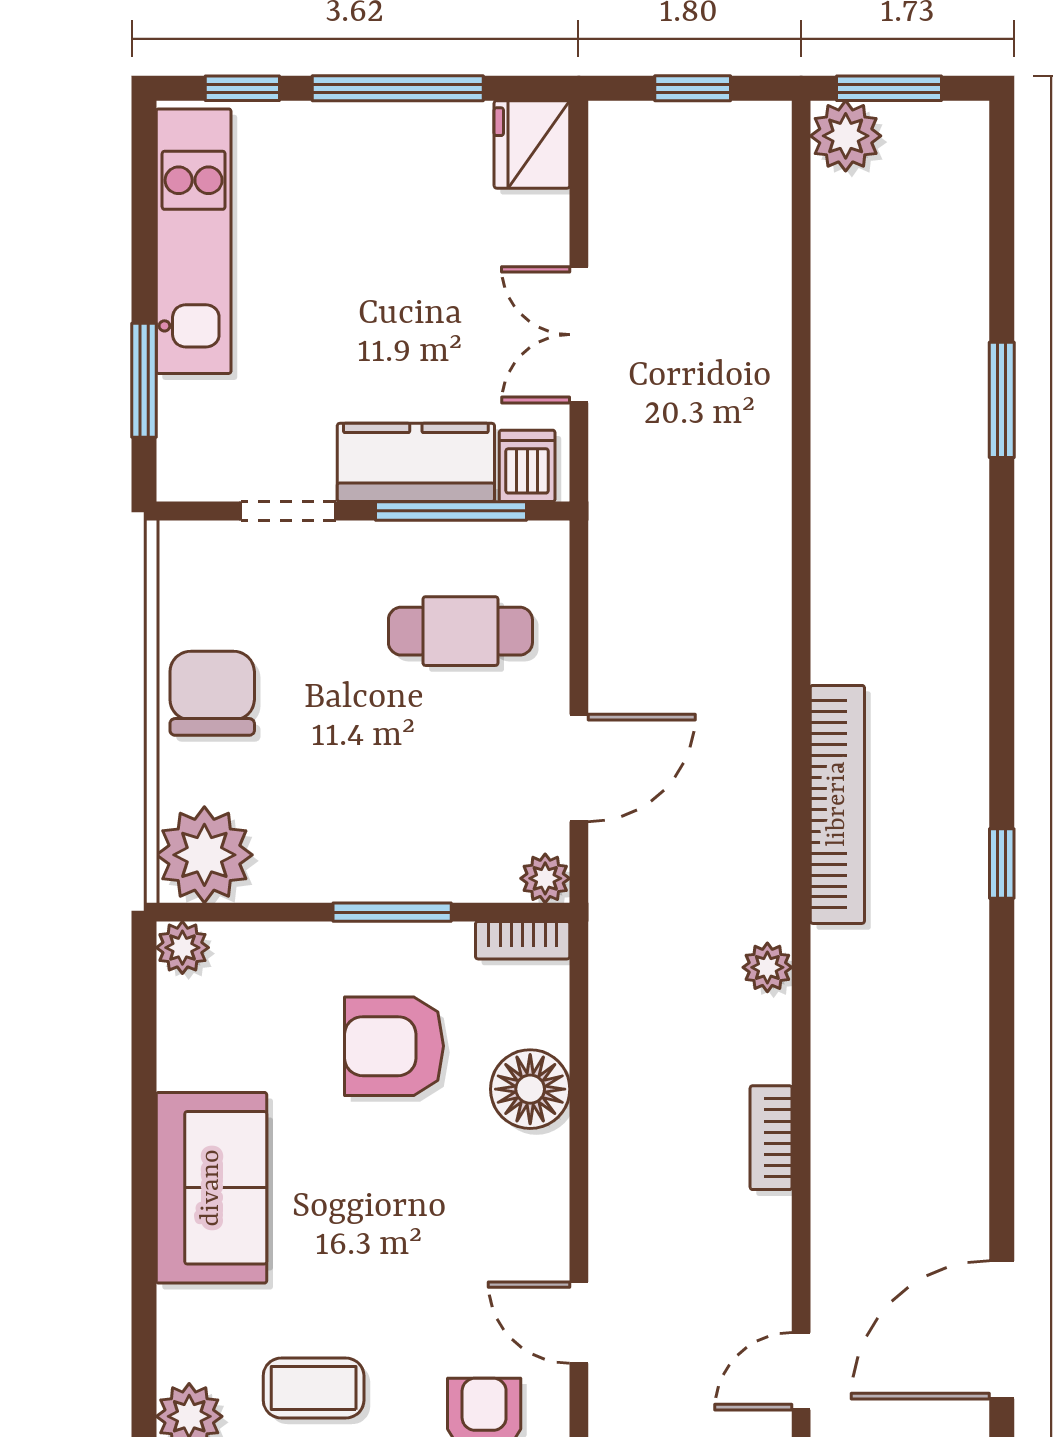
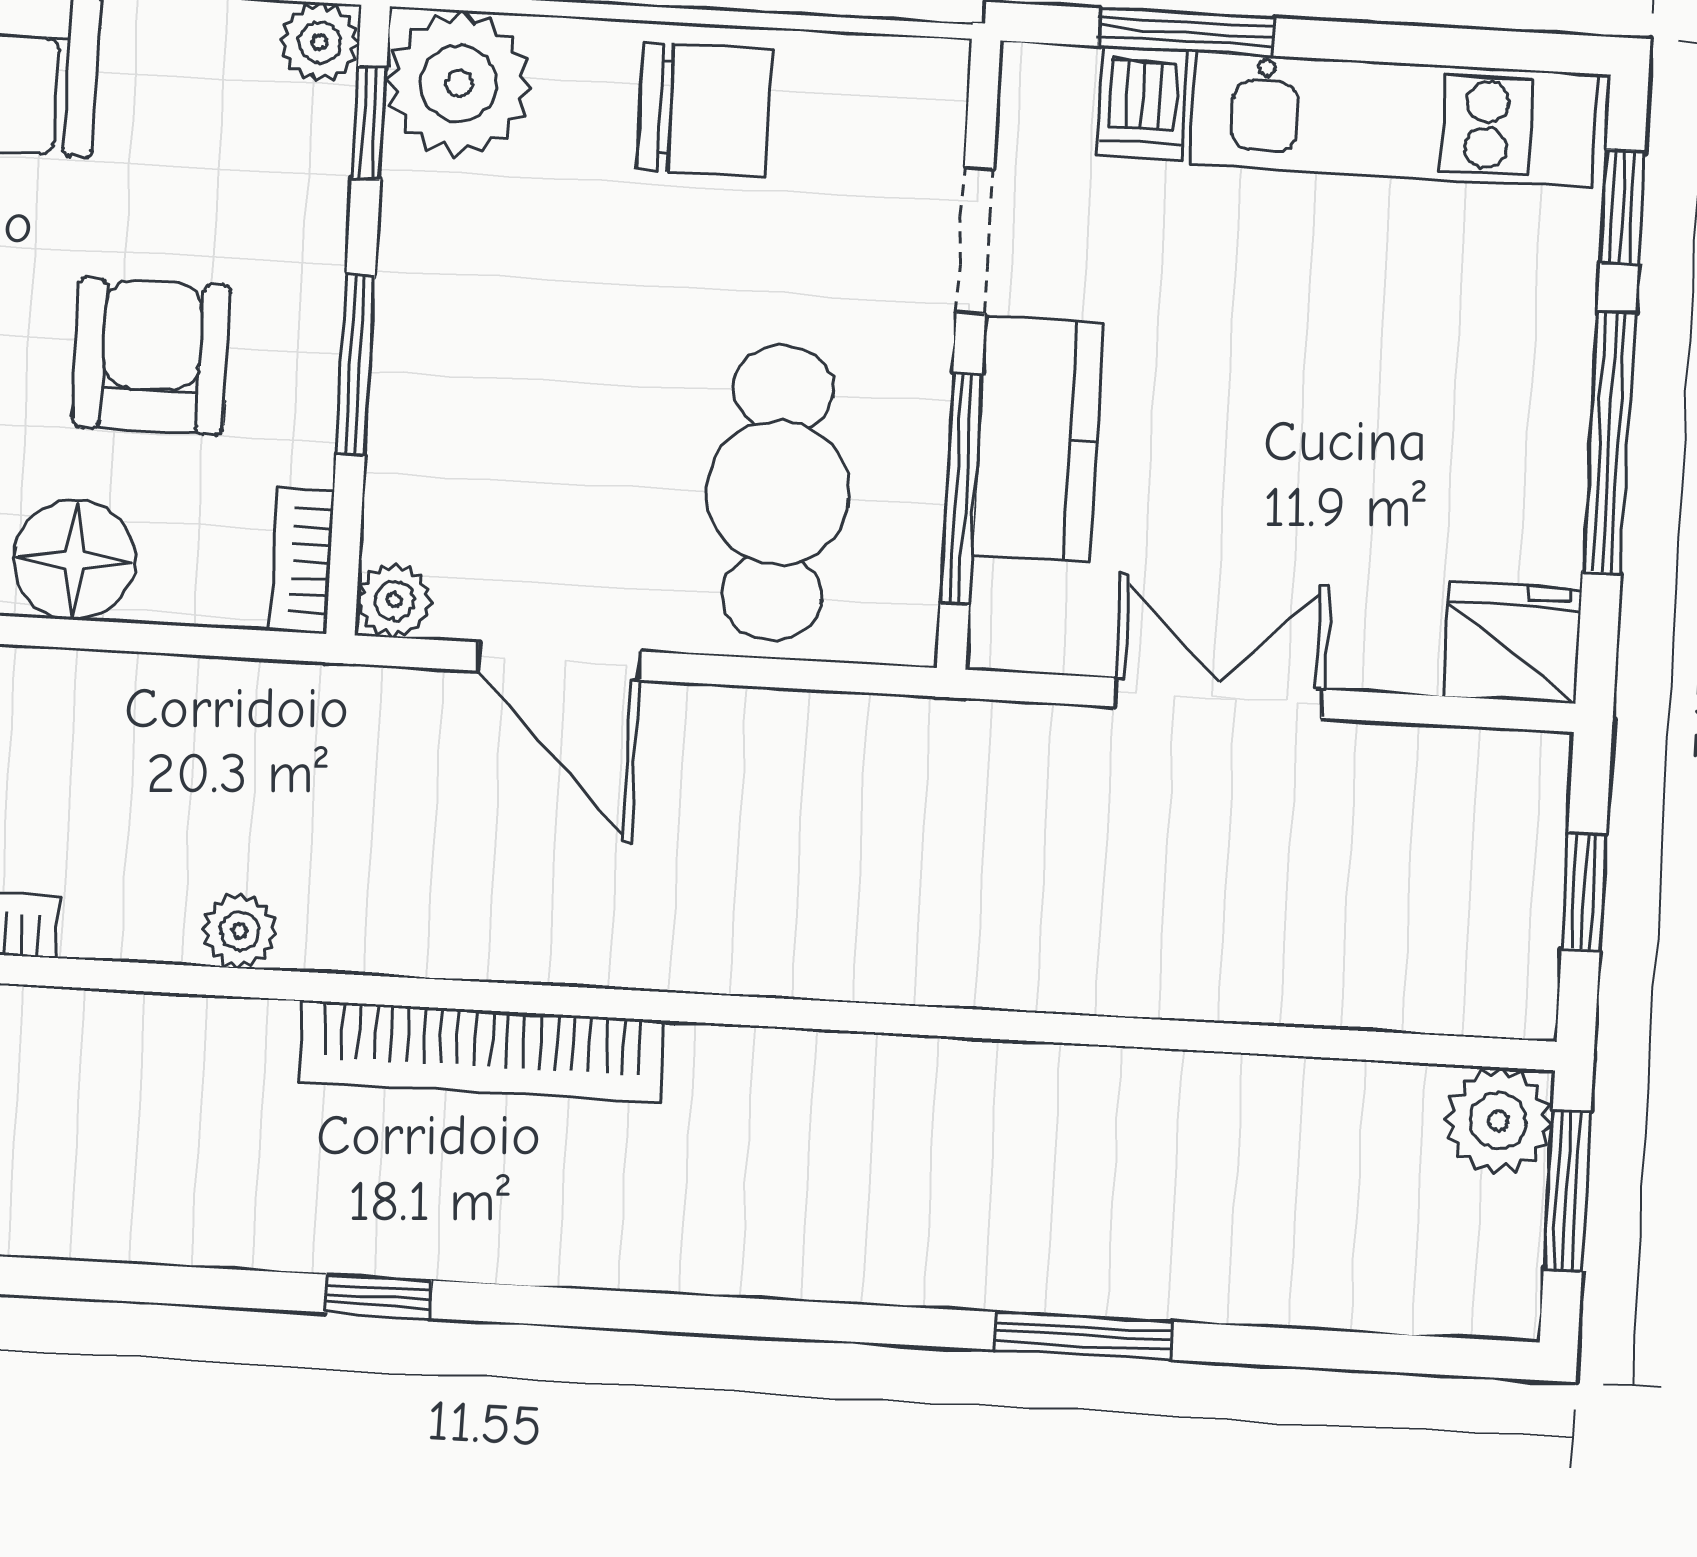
dishwasher: (527, 466) -> (1142, 103), moved, turned 90
cafe table: (460, 631) -> (777, 492), width x1.37, depth x1.35
window: (233, 912) -> (369, 123), added

